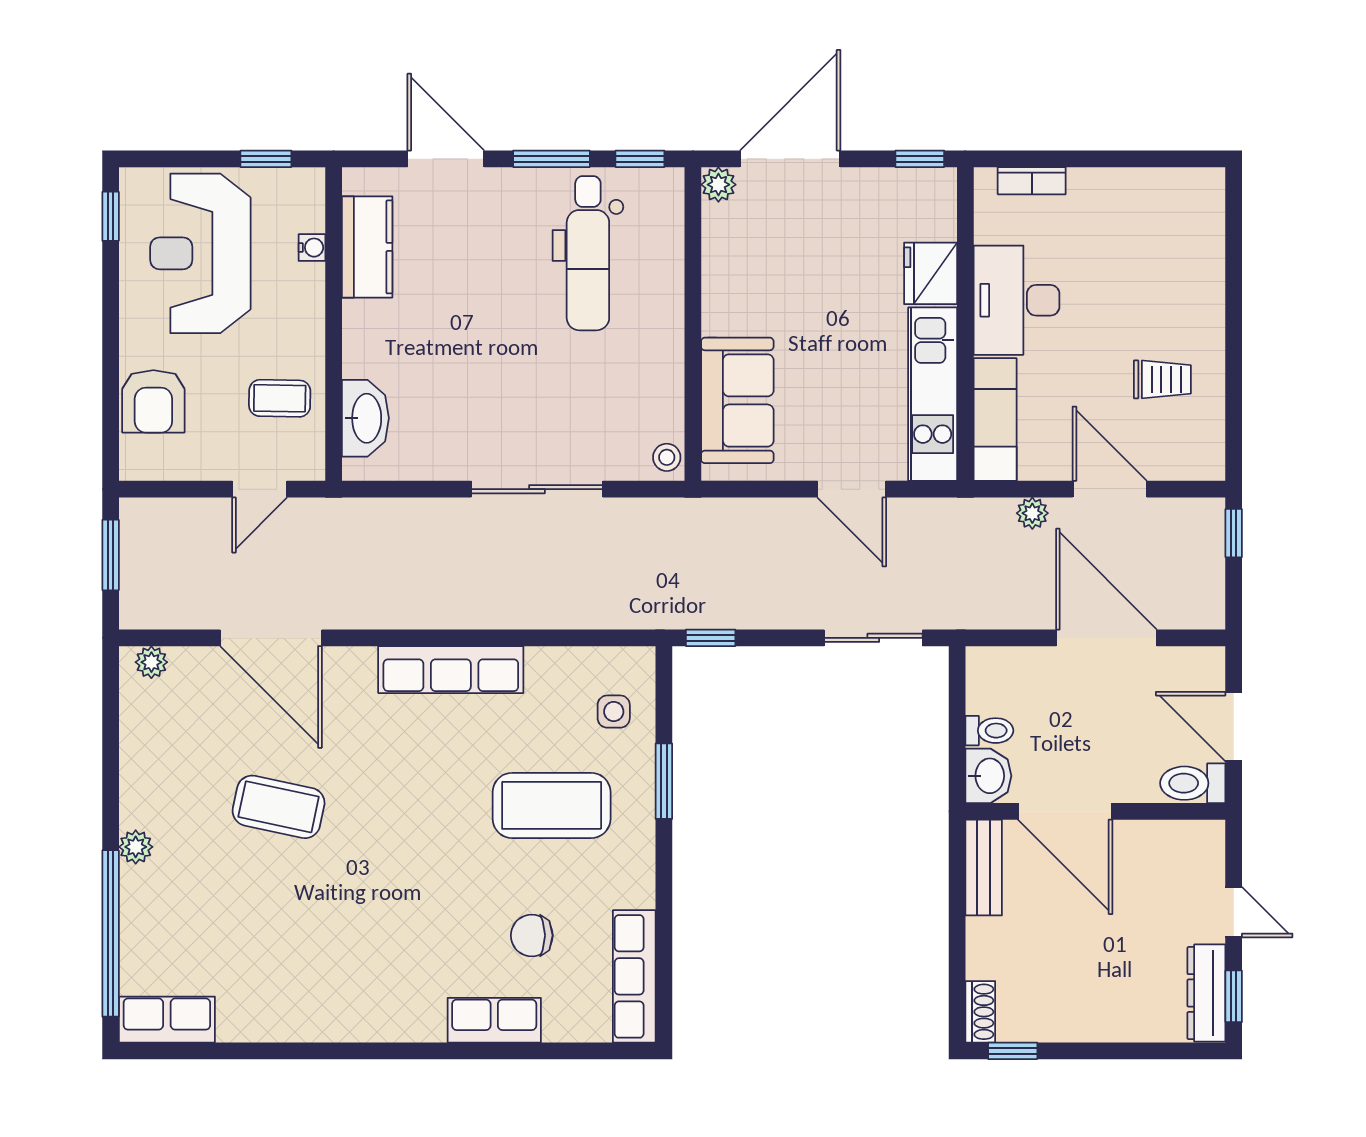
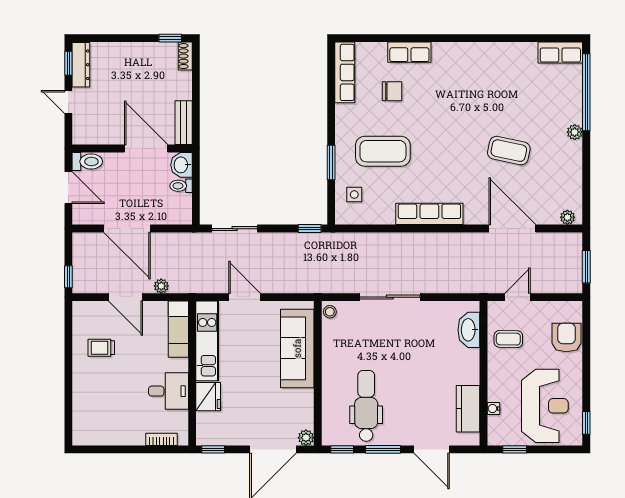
desk: (1017, 300) -> (169, 391), width x0.73
sofa: (737, 400) -> (297, 348), width x1.36

